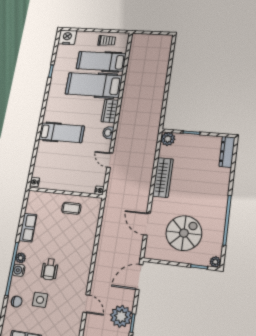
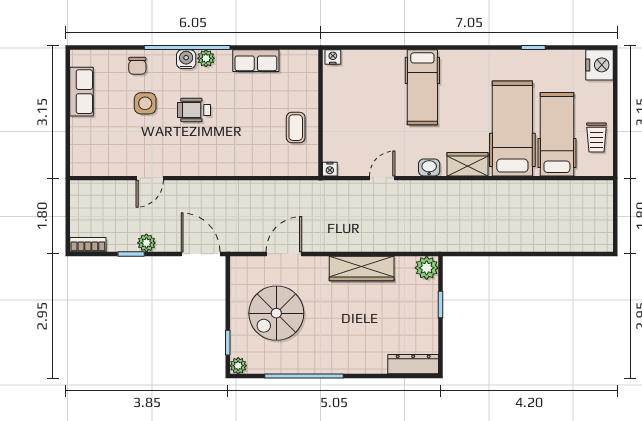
spiral stairs: (184, 233) -> (276, 313), turned 90
plant: (121, 316) -> (146, 243), width x0.53, depth x0.53

